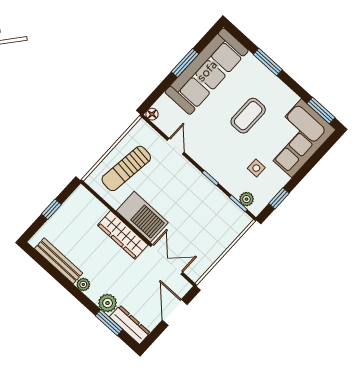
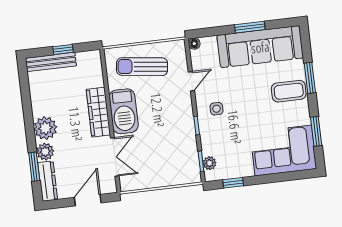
window: (321, 111) -> (316, 131), moved
coffee table: (248, 116) -> (289, 91), moved
side table: (256, 168) -> (217, 109), moved
bench: (59, 261) -> (51, 62), moved, turned 90
plant: (83, 284) -> (45, 128), width x1.88, depth x1.88

